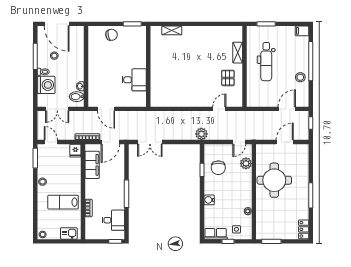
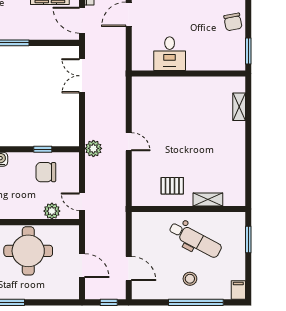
dental chair: (266, 62) -> (195, 240), turned -152
stool: (300, 77) -> (190, 279), moved
door: (219, 109) -> (129, 142), moved

